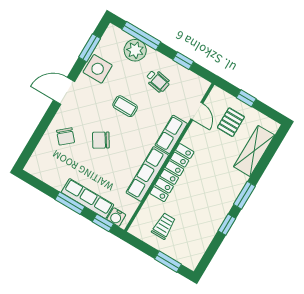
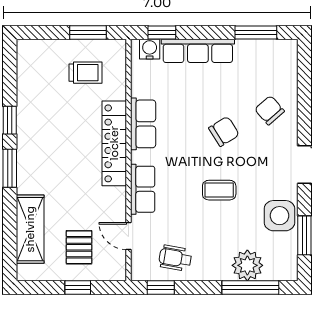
window: (183, 61) -> (161, 287), moved
wheelchair: (158, 81) -> (175, 258), moved
row of seats: (147, 174) -> (143, 124), width x0.68
window: (70, 203) -> (256, 32), moved
trolley: (164, 226) -> (85, 73), turned -90
window: (168, 262) -> (88, 32), moved

